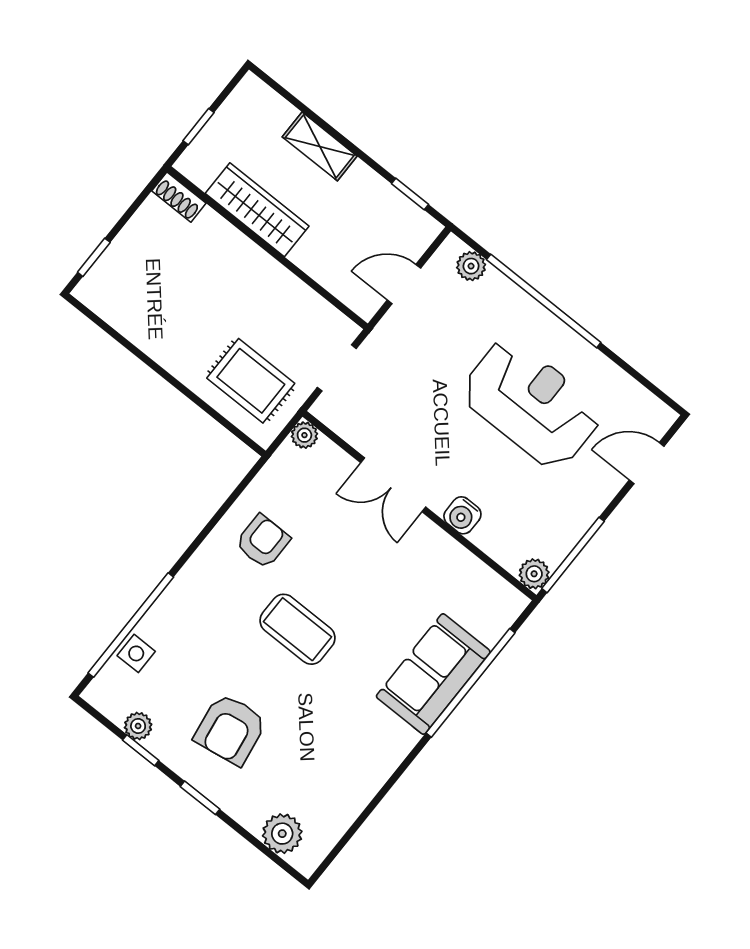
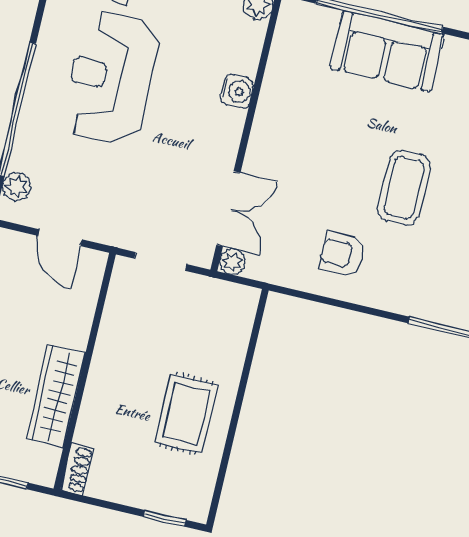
rug: (251, 381) -> (186, 414), moved
double door: (393, 485) -> (228, 209), moved

